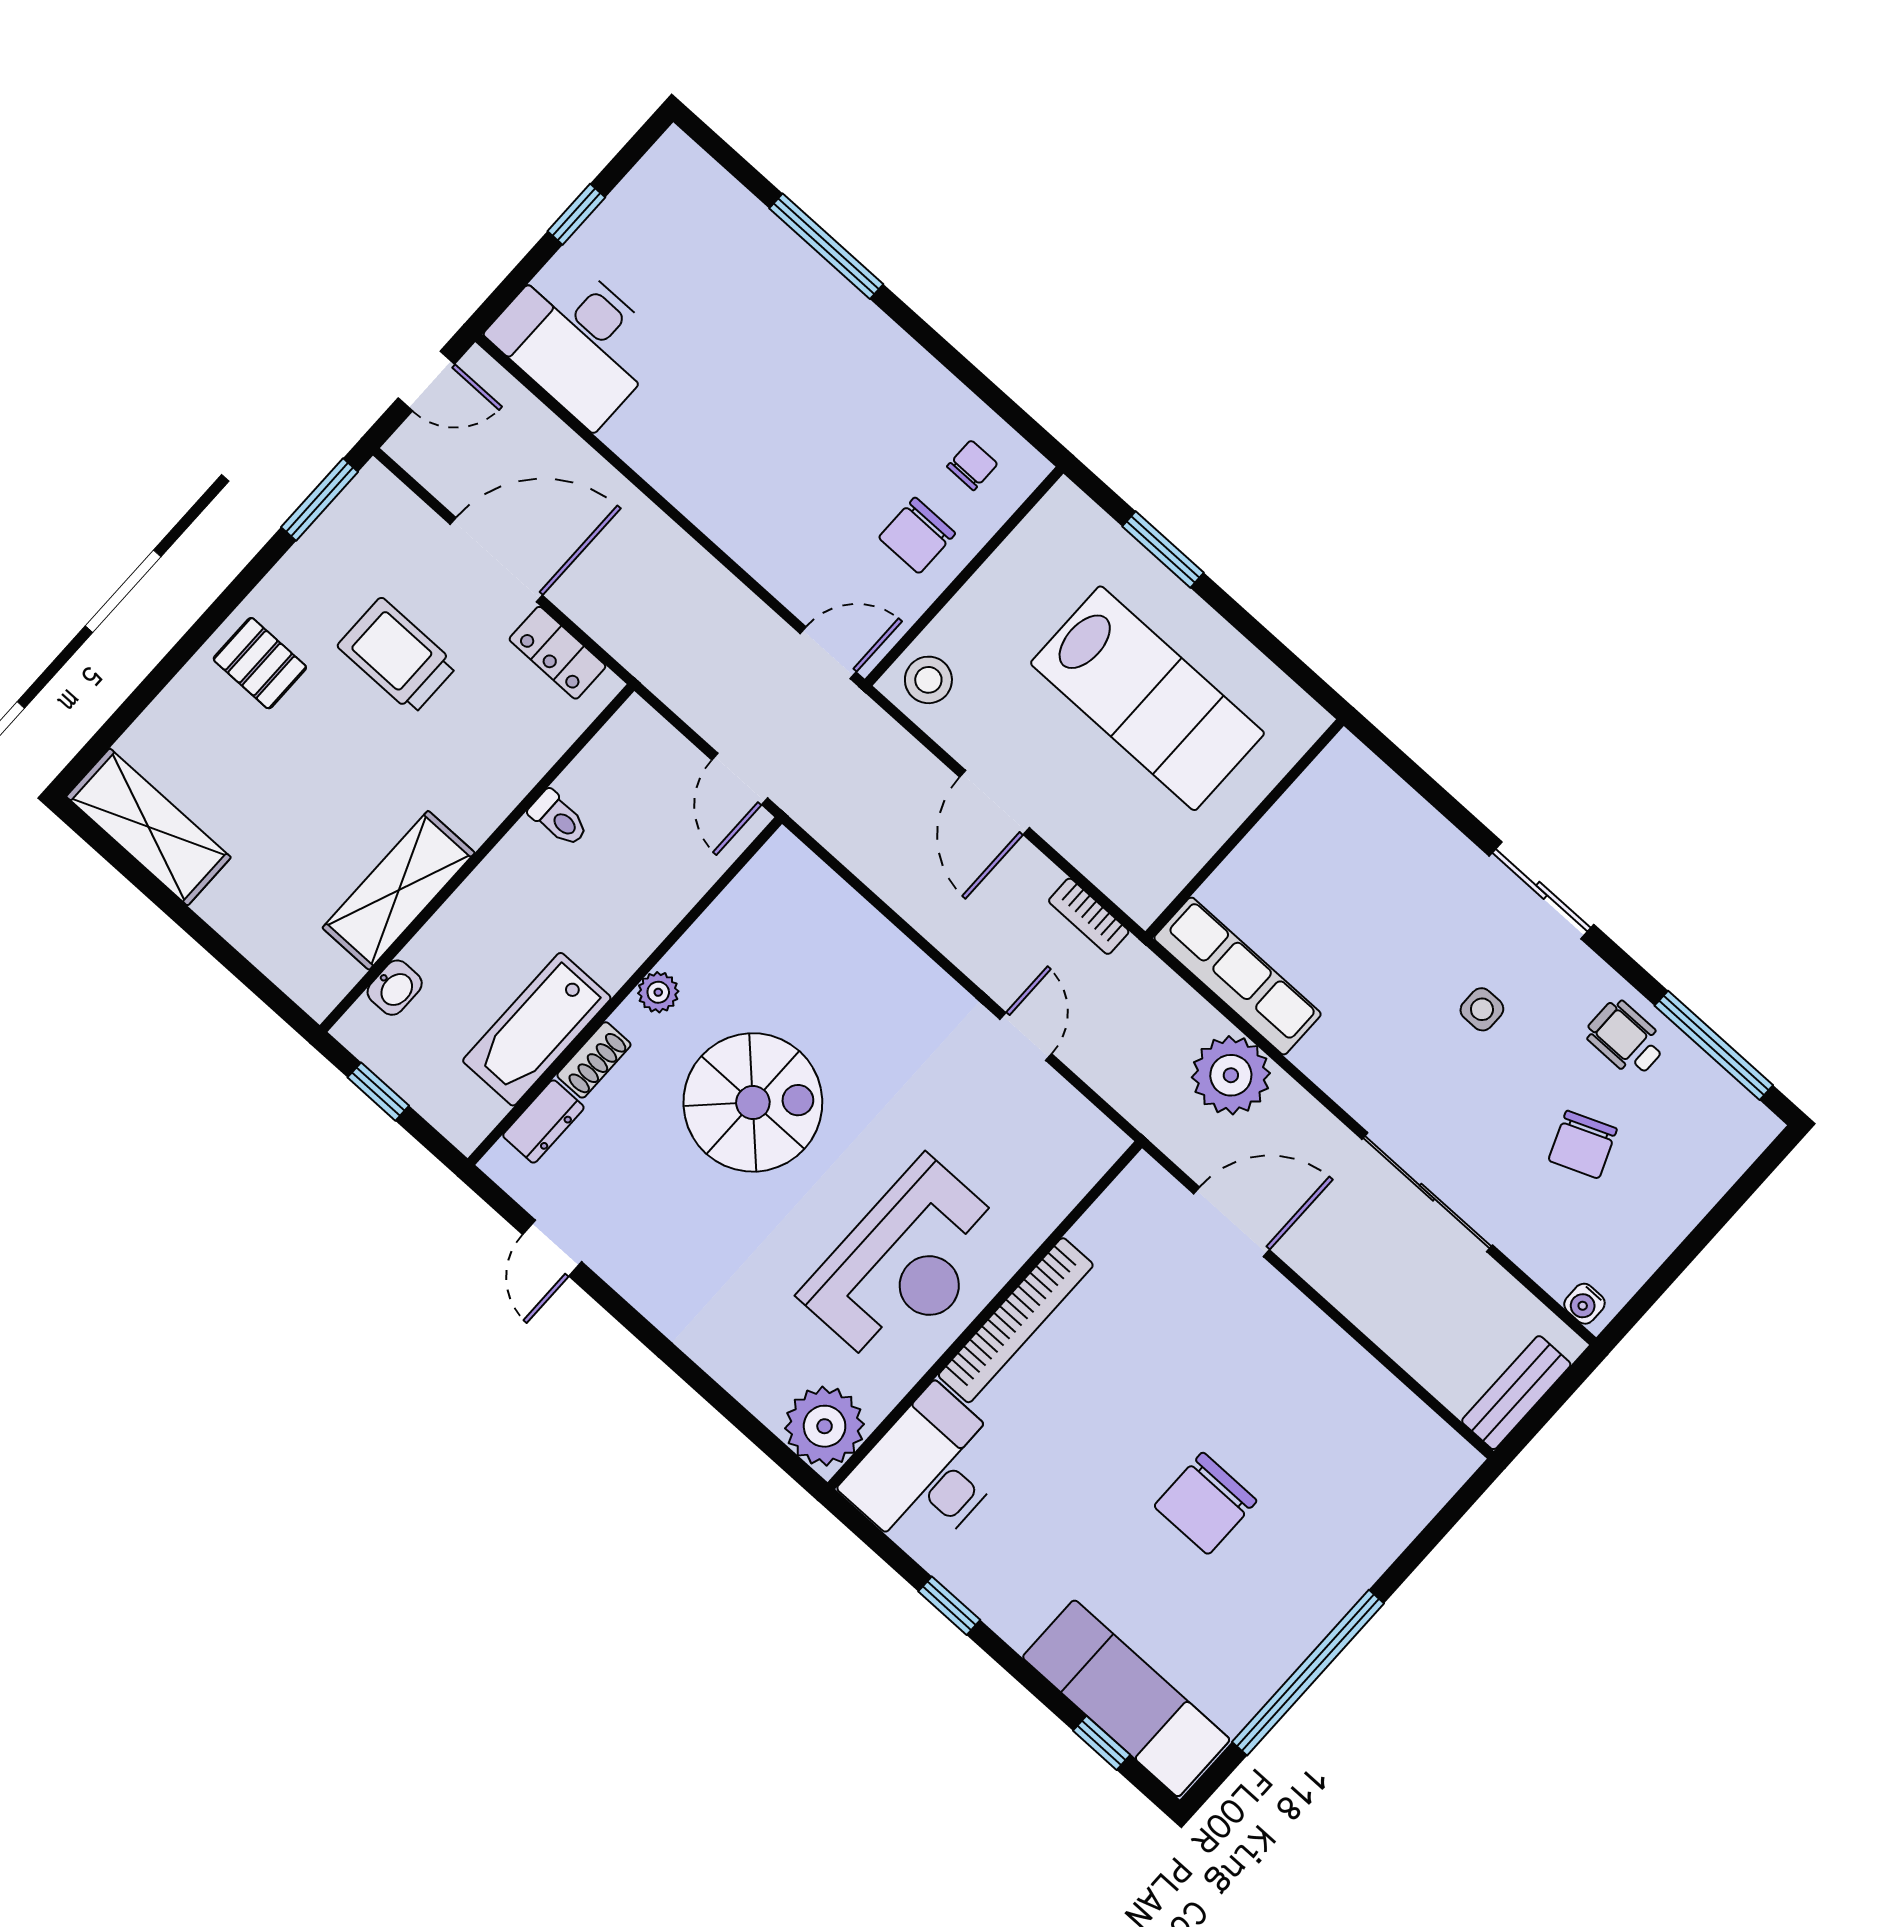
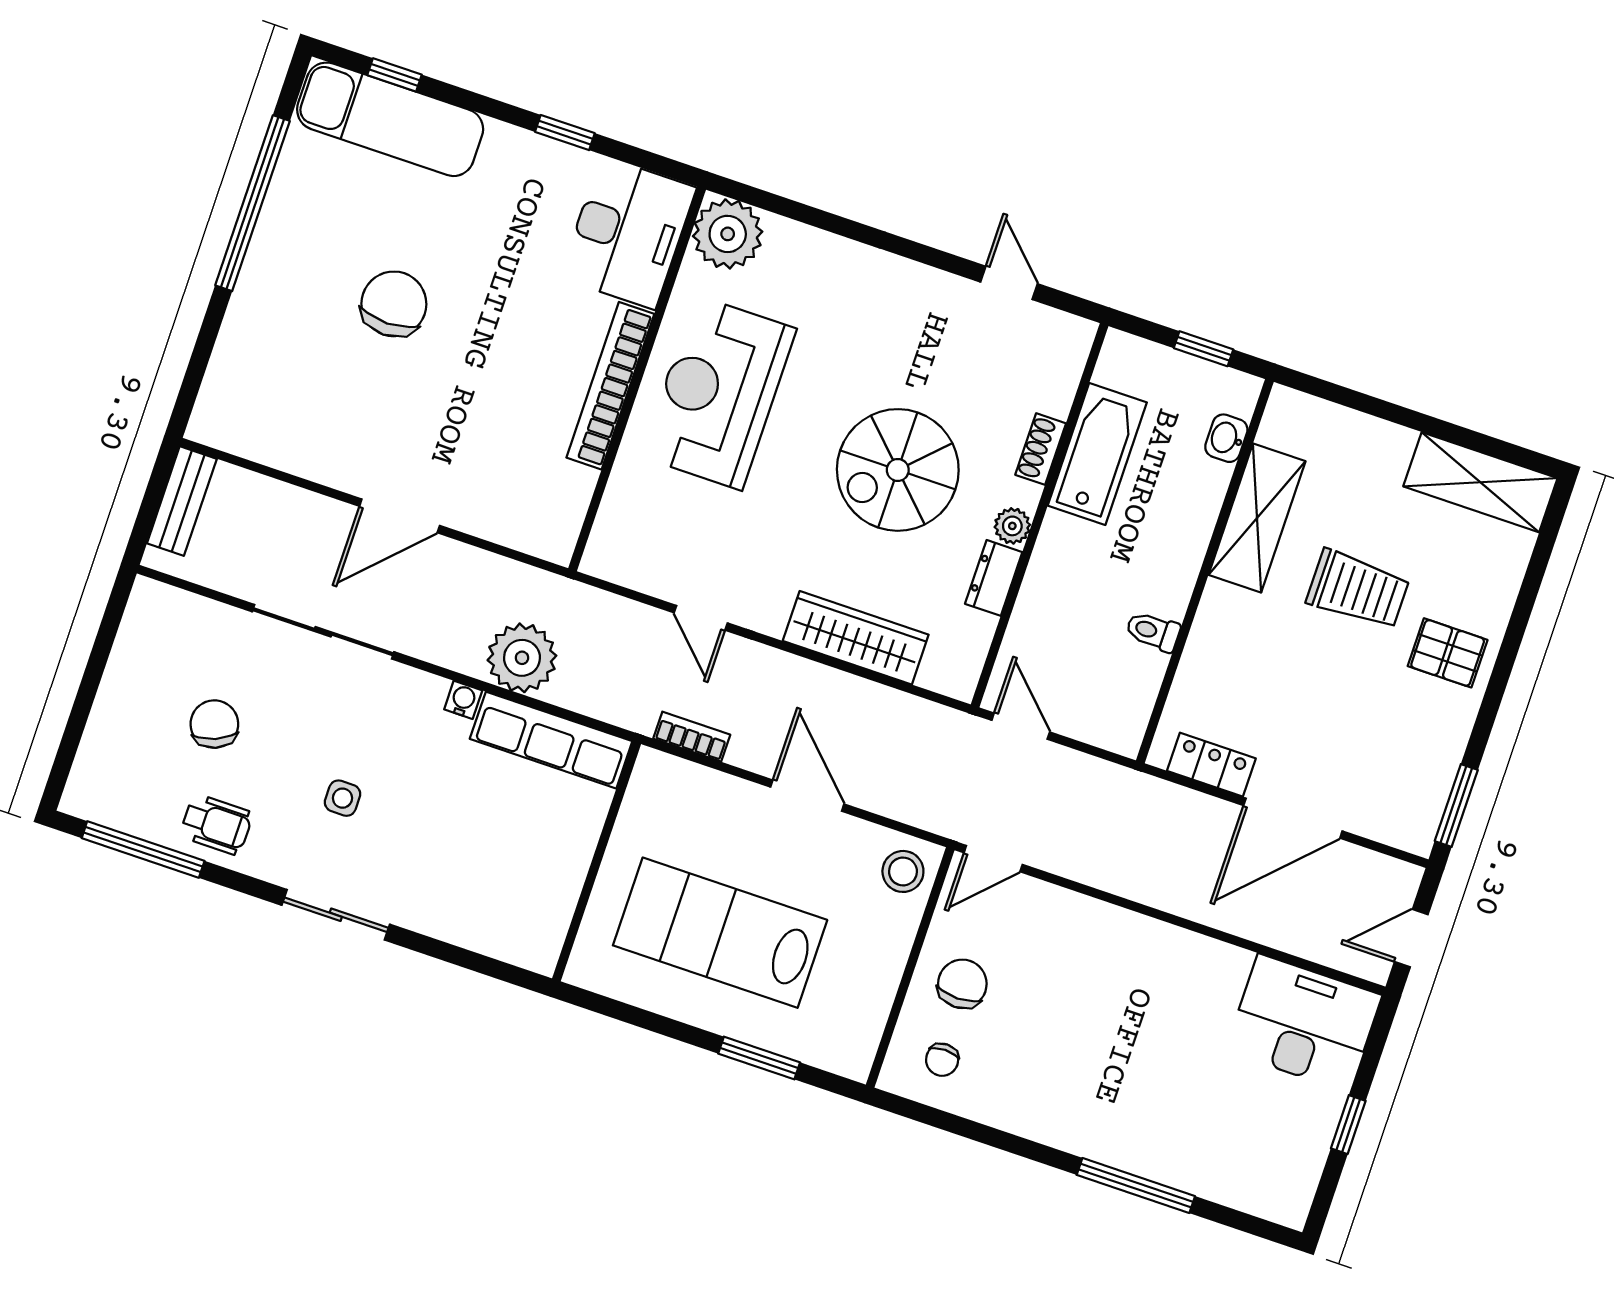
trolley: (397, 656) -> (1358, 590), moved
wardrobe: (873, 946) -> (856, 638), added
dresser: (543, 1121) -> (994, 578), moved
door: (1232, 1222) -> (400, 516), moved
water cooler: (1584, 1304) -> (463, 700), moved

